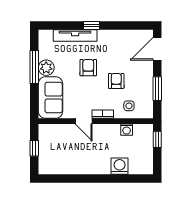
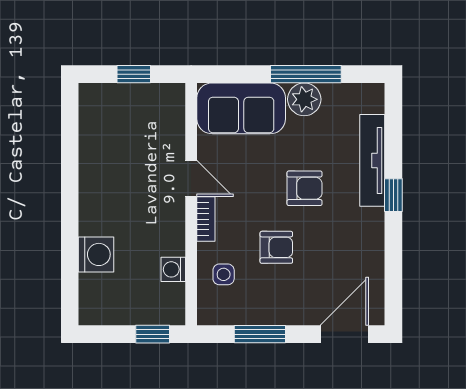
door: (157, 49) -> (344, 334), hinge flipped
door: (84, 121) -> (191, 178), swing flipped

